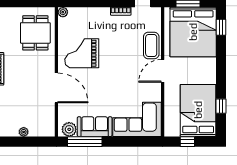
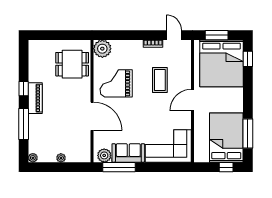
plant: (63, 12) -> (102, 49), width x1.87, depth x1.87
dining table: (35, 33) -> (72, 64), turned 90
coffee table: (151, 46) -> (160, 80), moved
window: (221, 106) -> (248, 133), width x2.17
window: (187, 142) -> (226, 167), moved

